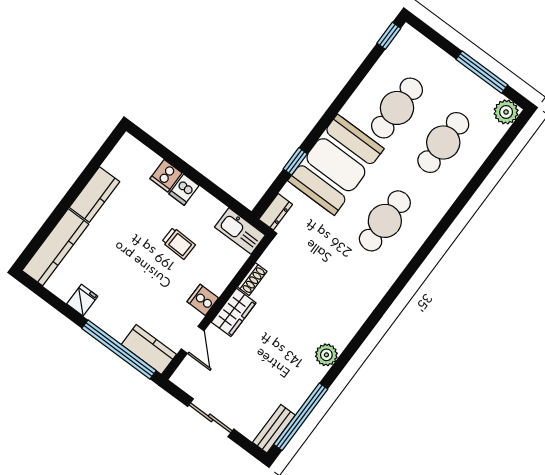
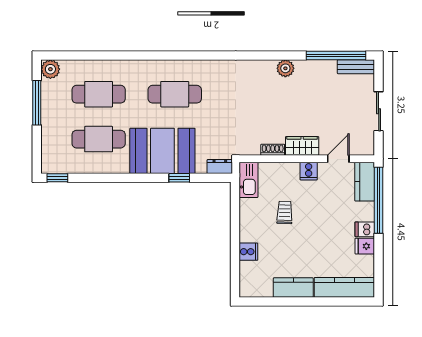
dishwasher: (184, 190) -> (365, 229), moved, turned 180

